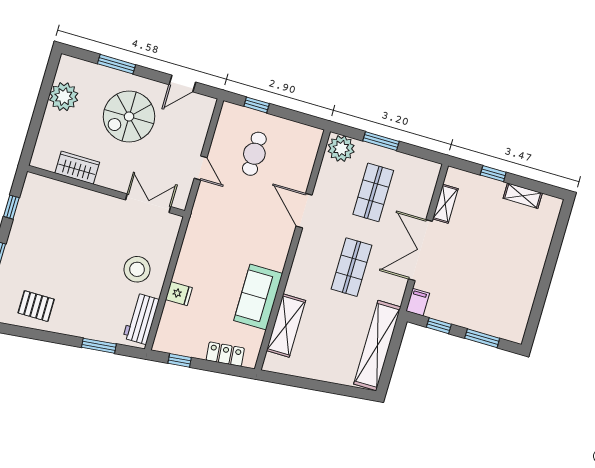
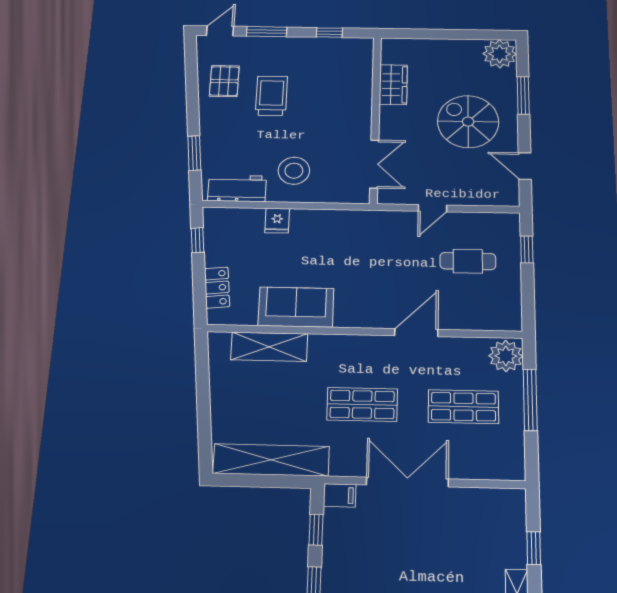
plant: (64, 97) -> (500, 54), moved
window: (381, 141) -> (530, 400), width x1.44
shelving: (445, 204) -> (476, 498), removed
trolley: (61, 270) -> (271, 96), added

